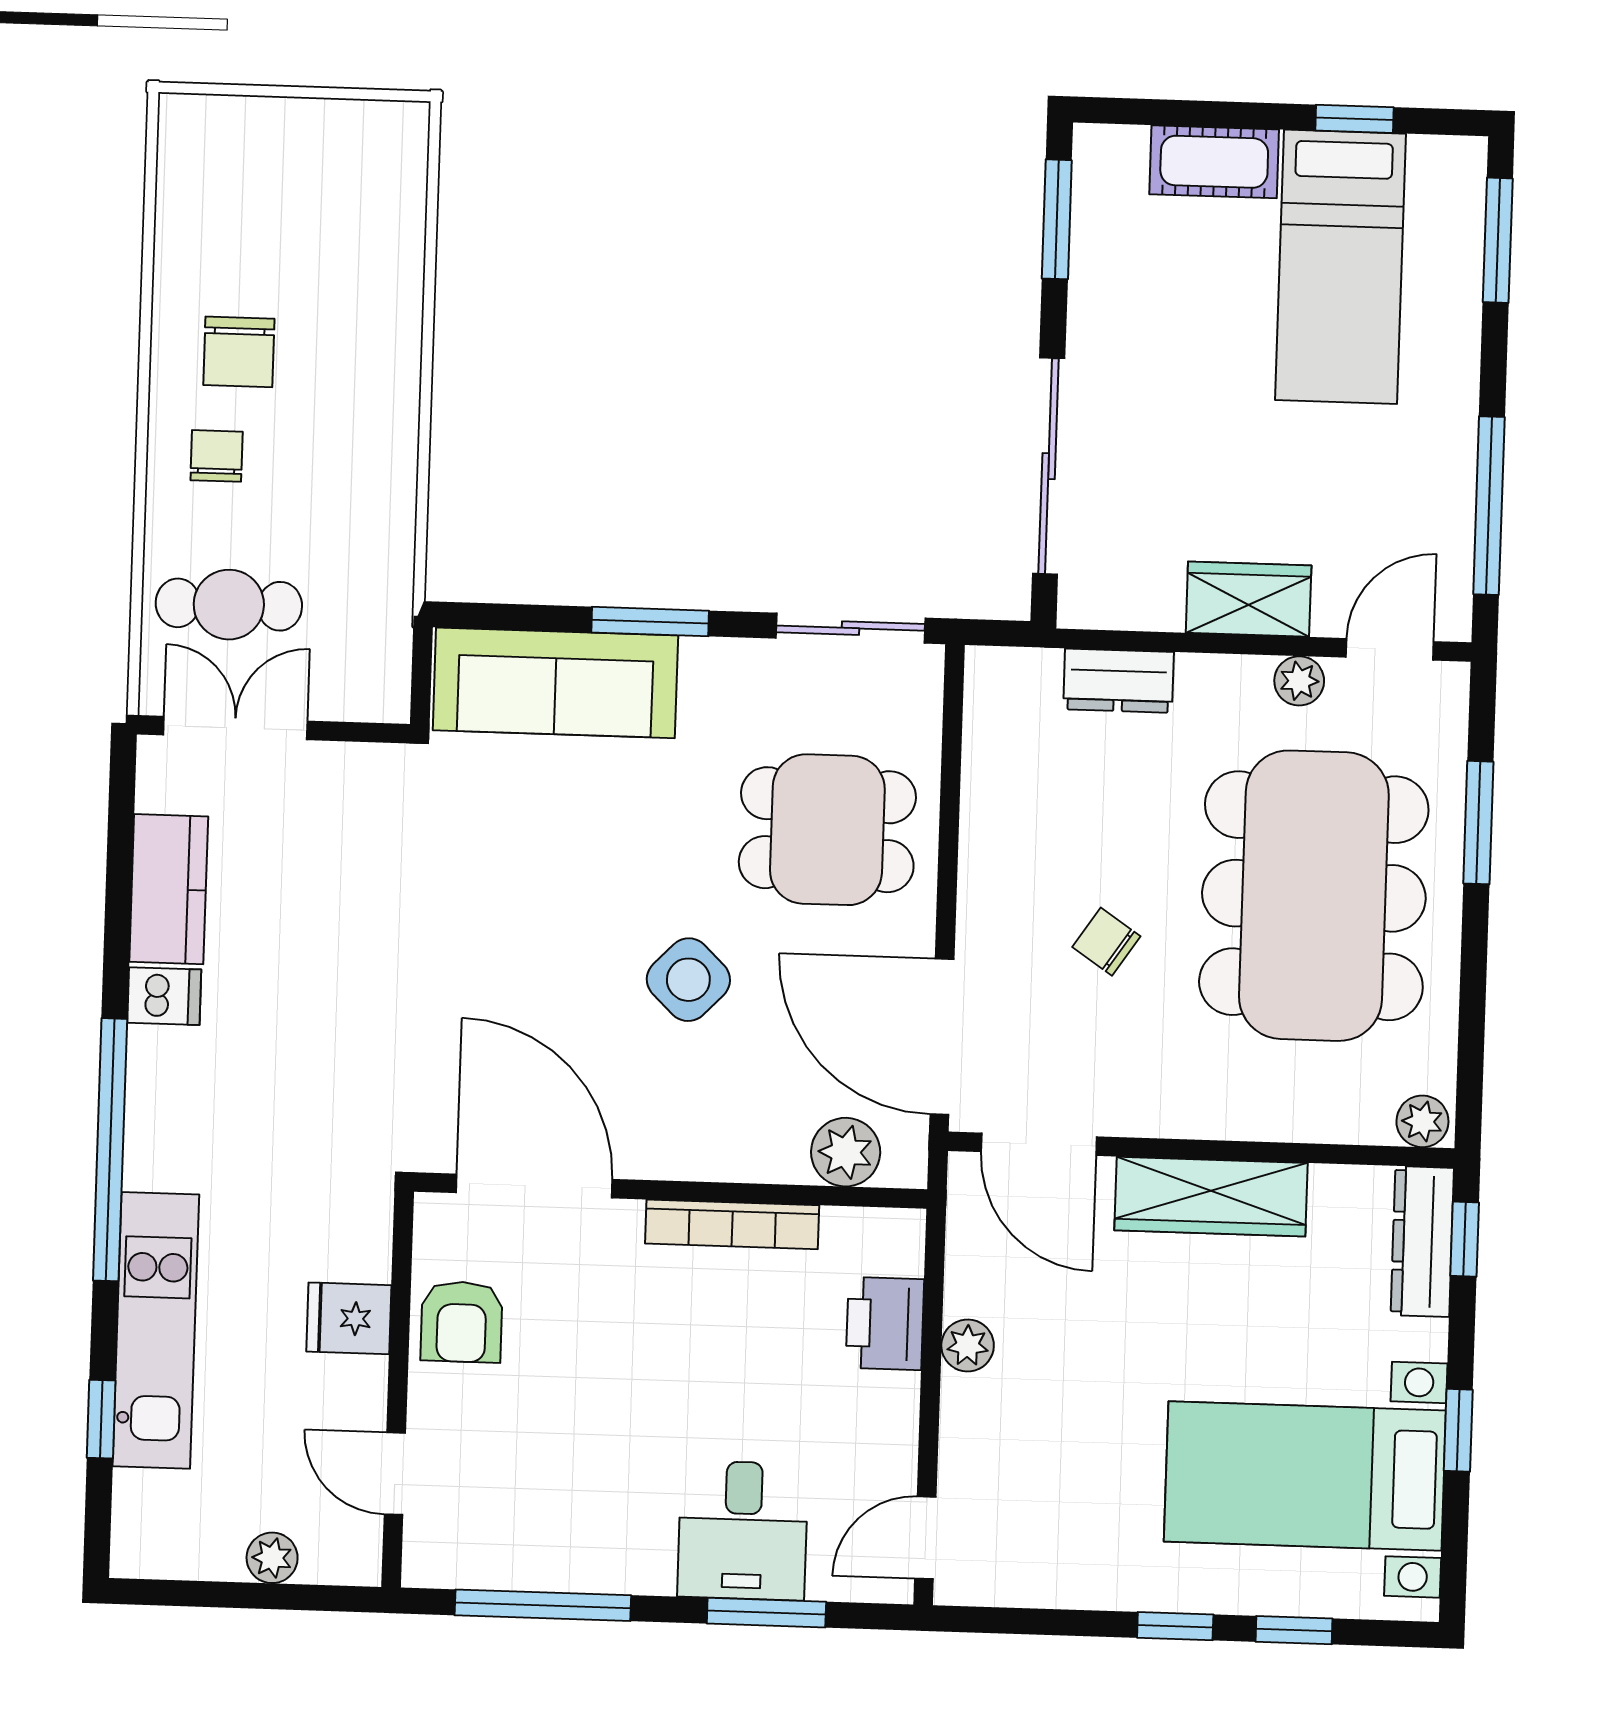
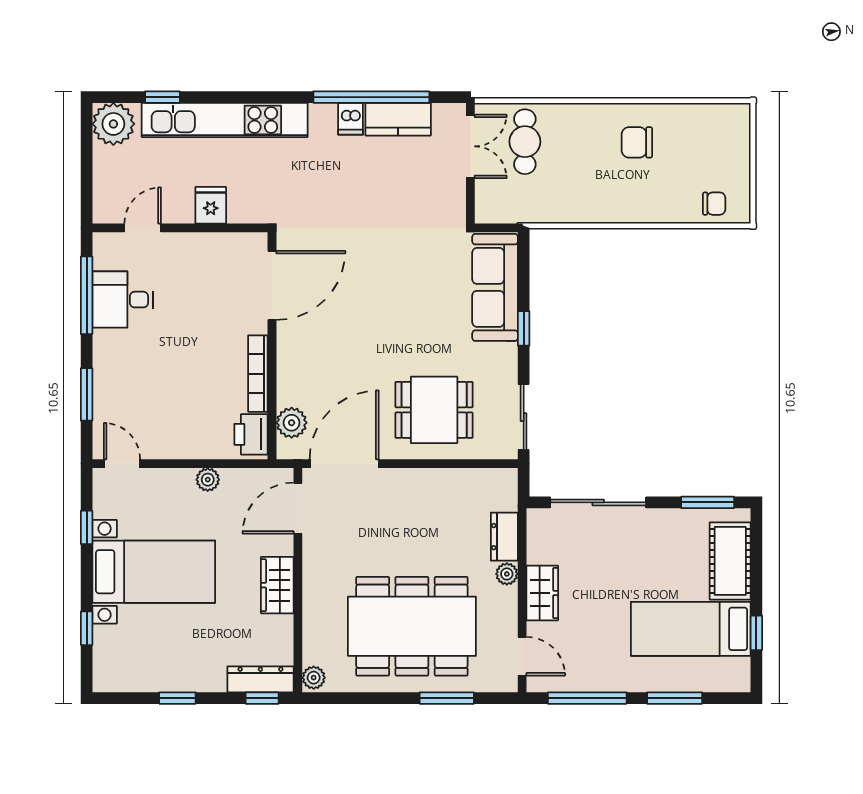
cot: (1214, 162) -> (730, 561), width x1.37, depth x1.34
window: (1498, 240) -> (675, 698), moved
chair: (217, 456) -> (714, 204), moved
window: (650, 622) -> (524, 328), width x0.67
plant: (1299, 681) -> (507, 574), moved
dining table: (827, 830) -> (434, 410), turned 90
chair: (1106, 942) -> (389, 535), removed
side table: (688, 980) -> (366, 351), removed
window: (110, 1150) -> (371, 97), moved
wardrobe: (1211, 1197) -> (277, 585), width x0.67
armchair: (462, 1322) -> (211, 255), removed
printer: (885, 1324) -> (251, 434), moved, turned -90
kitchen unit: (156, 1330) -> (225, 120), width x1.36
bed with nightstands: (1305, 1476) -> (154, 572), moved, turned 90
desk: (743, 1530) -> (123, 300), moved
plant: (272, 1558) -> (113, 124), moved, width x1.88, depth x1.88
window: (1175, 1626) -> (87, 527), moved

